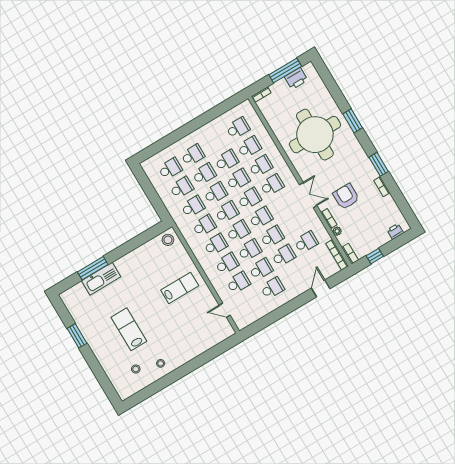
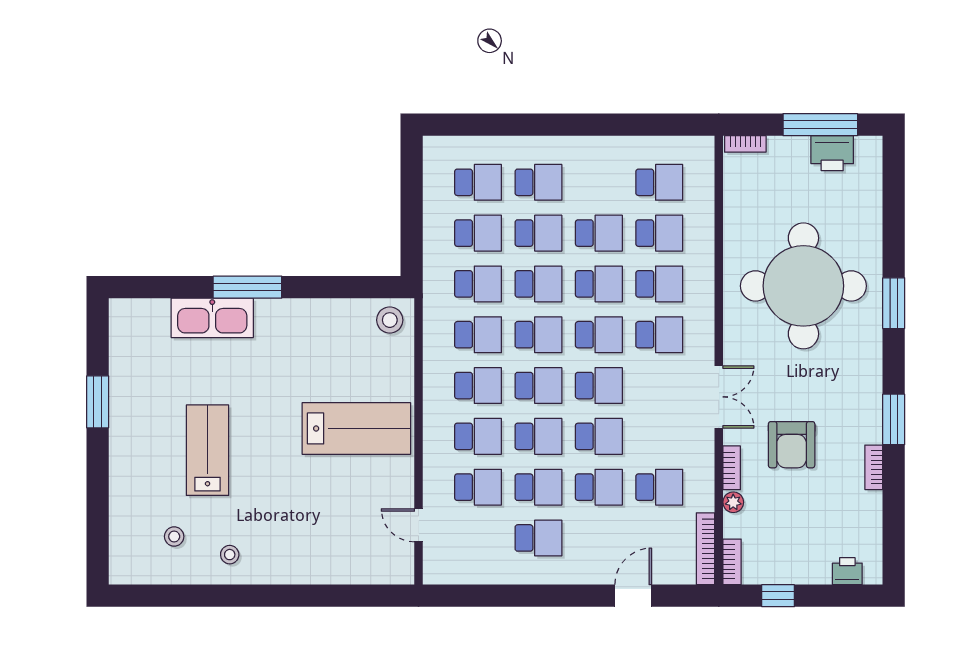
armchair: (346, 197) -> (792, 445), turned 180
window: (93, 268) -> (247, 287), moved
lab bench: (180, 288) -> (356, 428), width x1.36, depth x1.39

